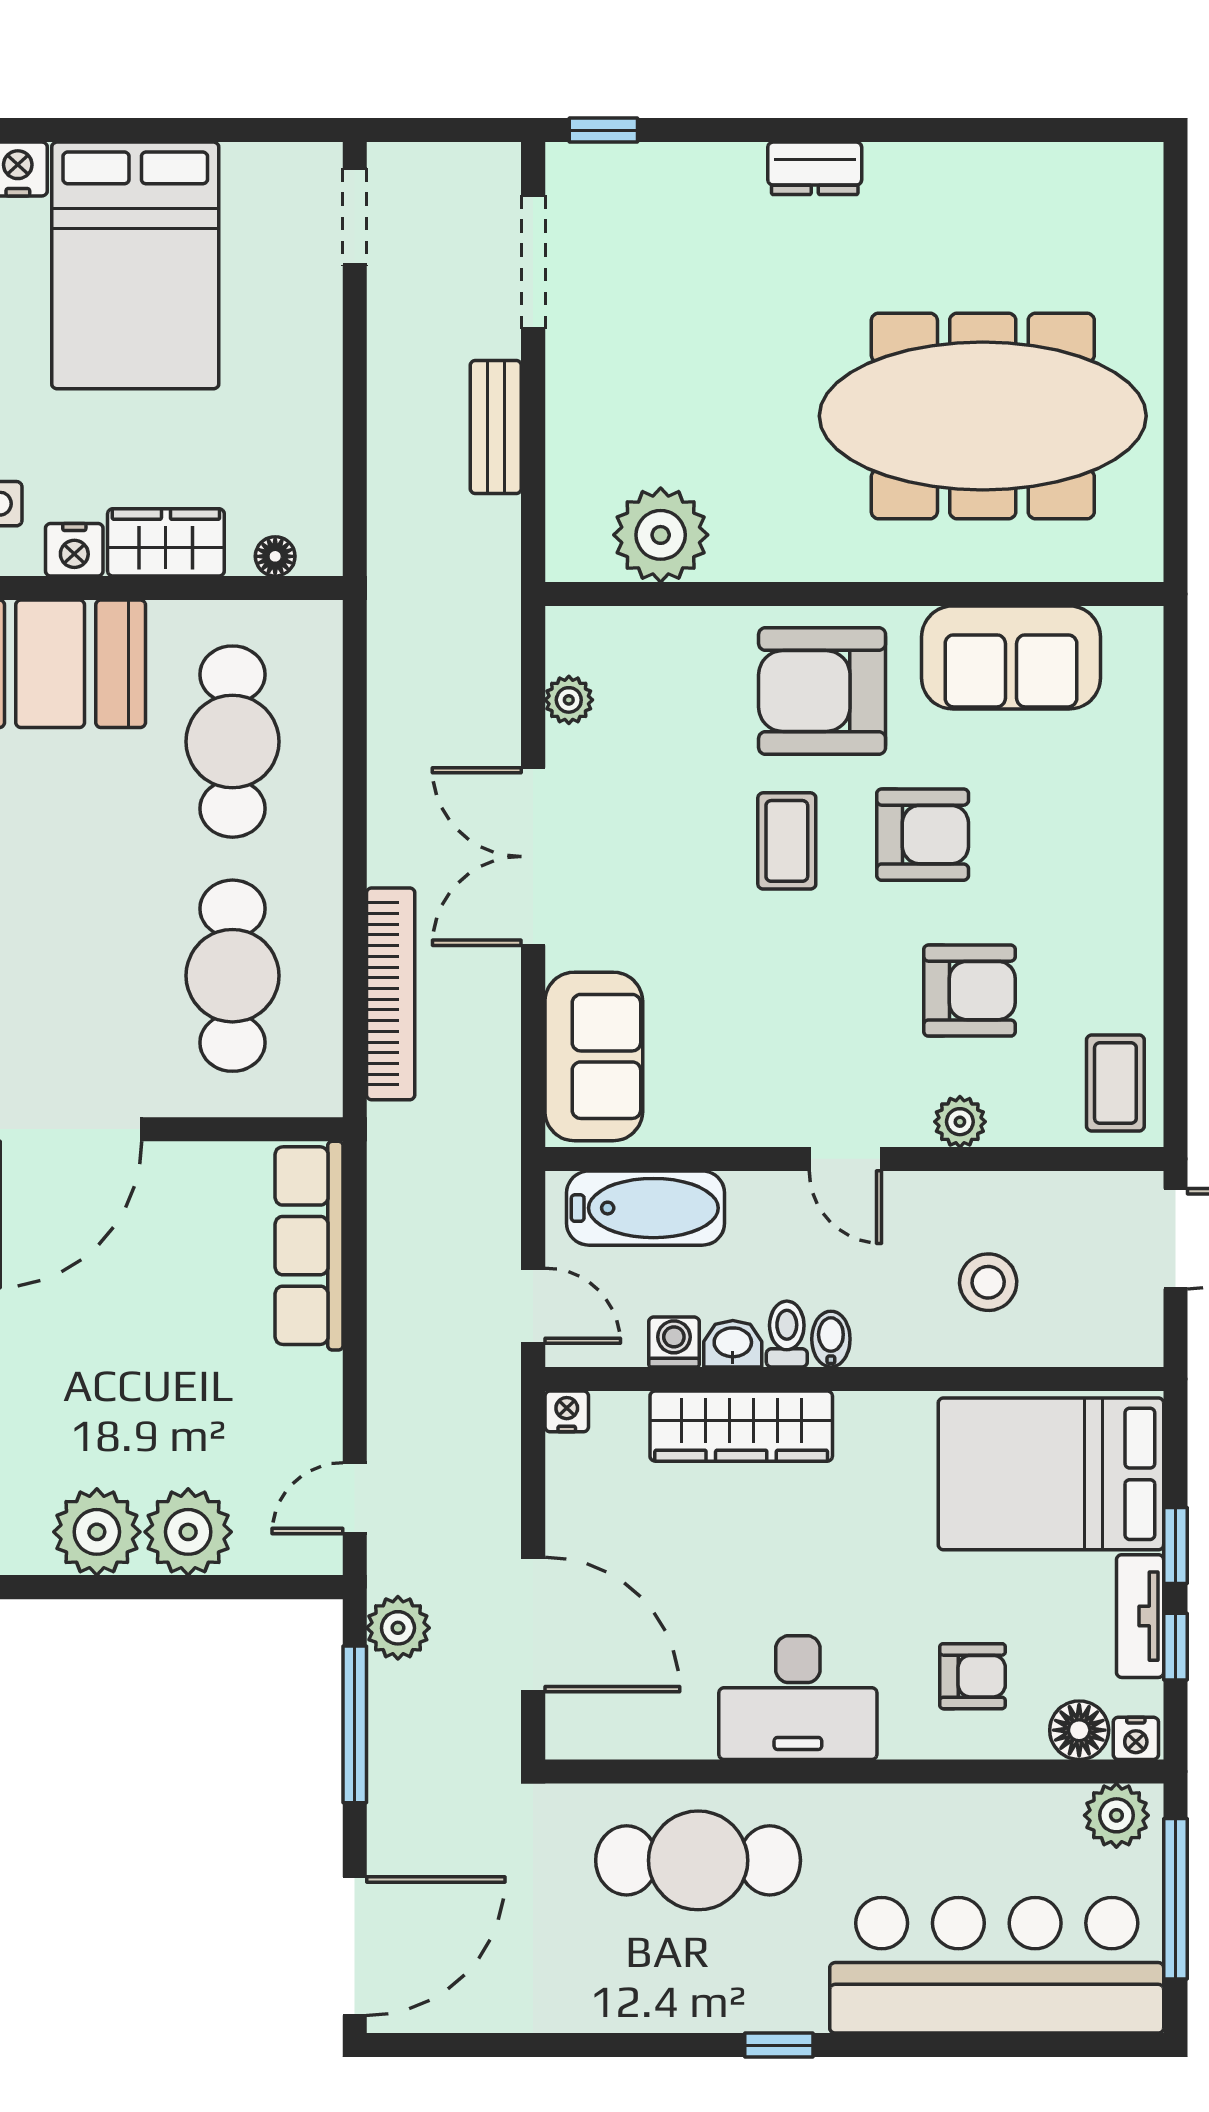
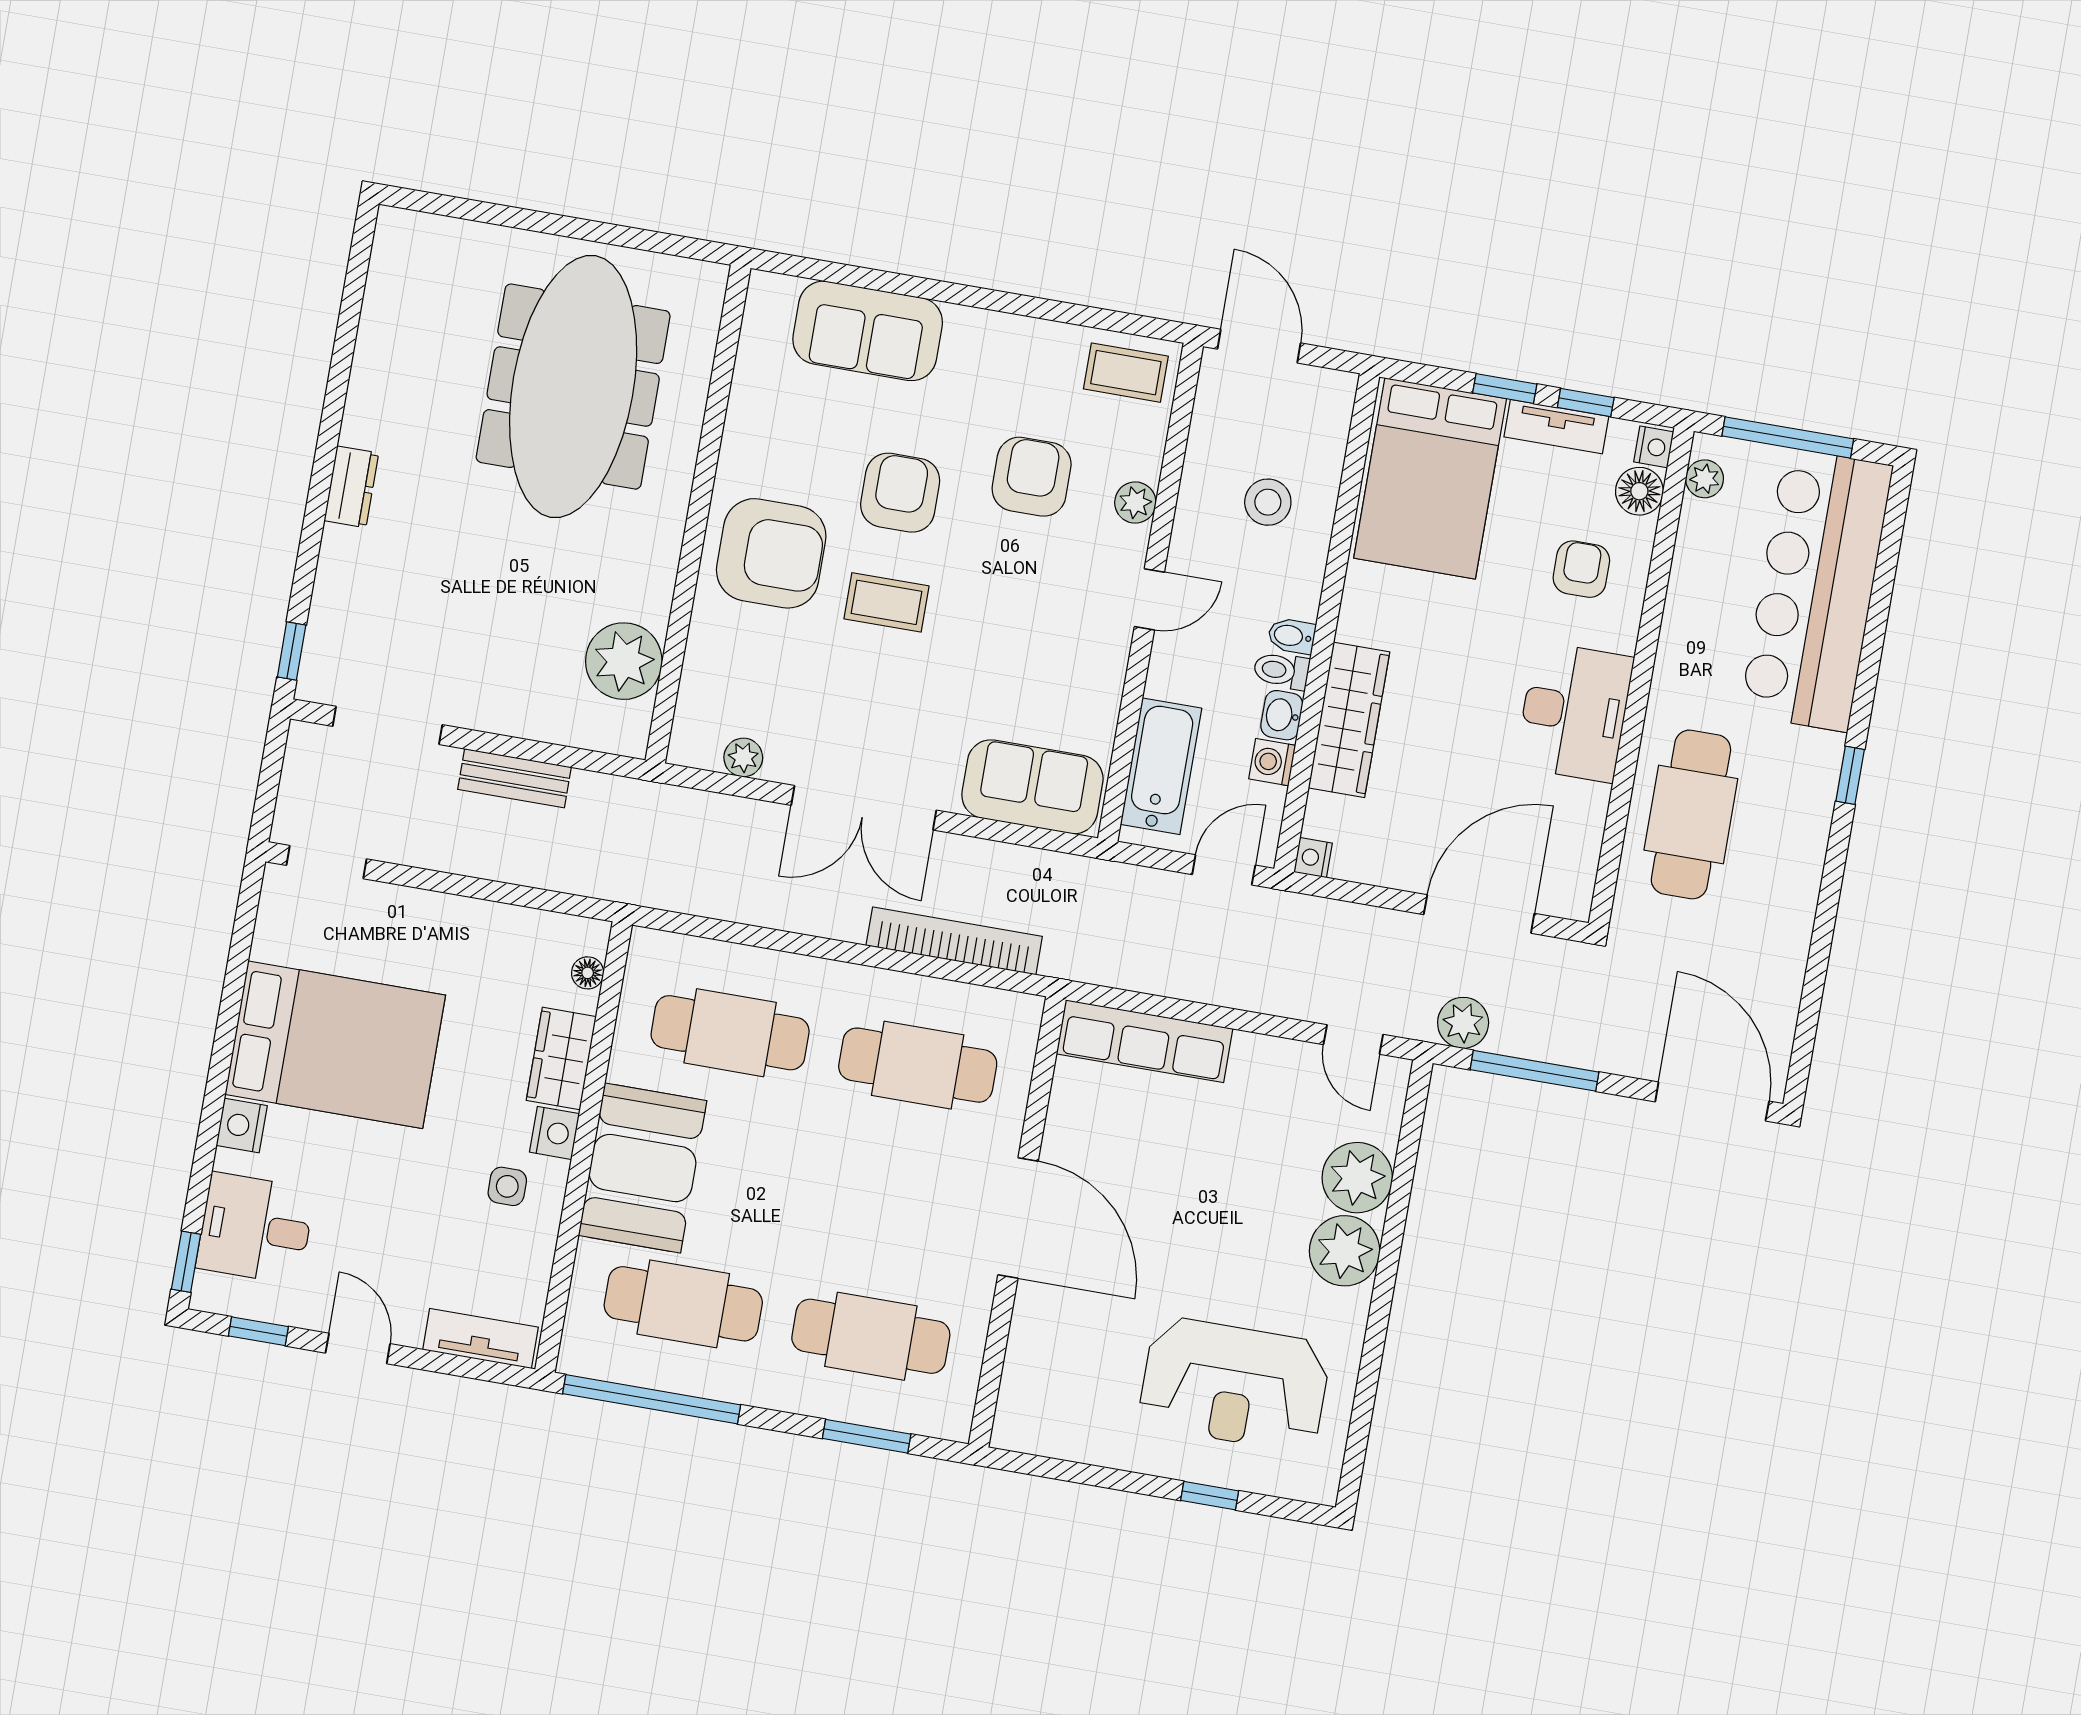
sofa: (1011, 657) -> (868, 331), moved, turned 90
armchair: (822, 691) -> (771, 553), turned -90
plant: (1116, 1815) -> (1705, 479), width x0.73, depth x0.73

